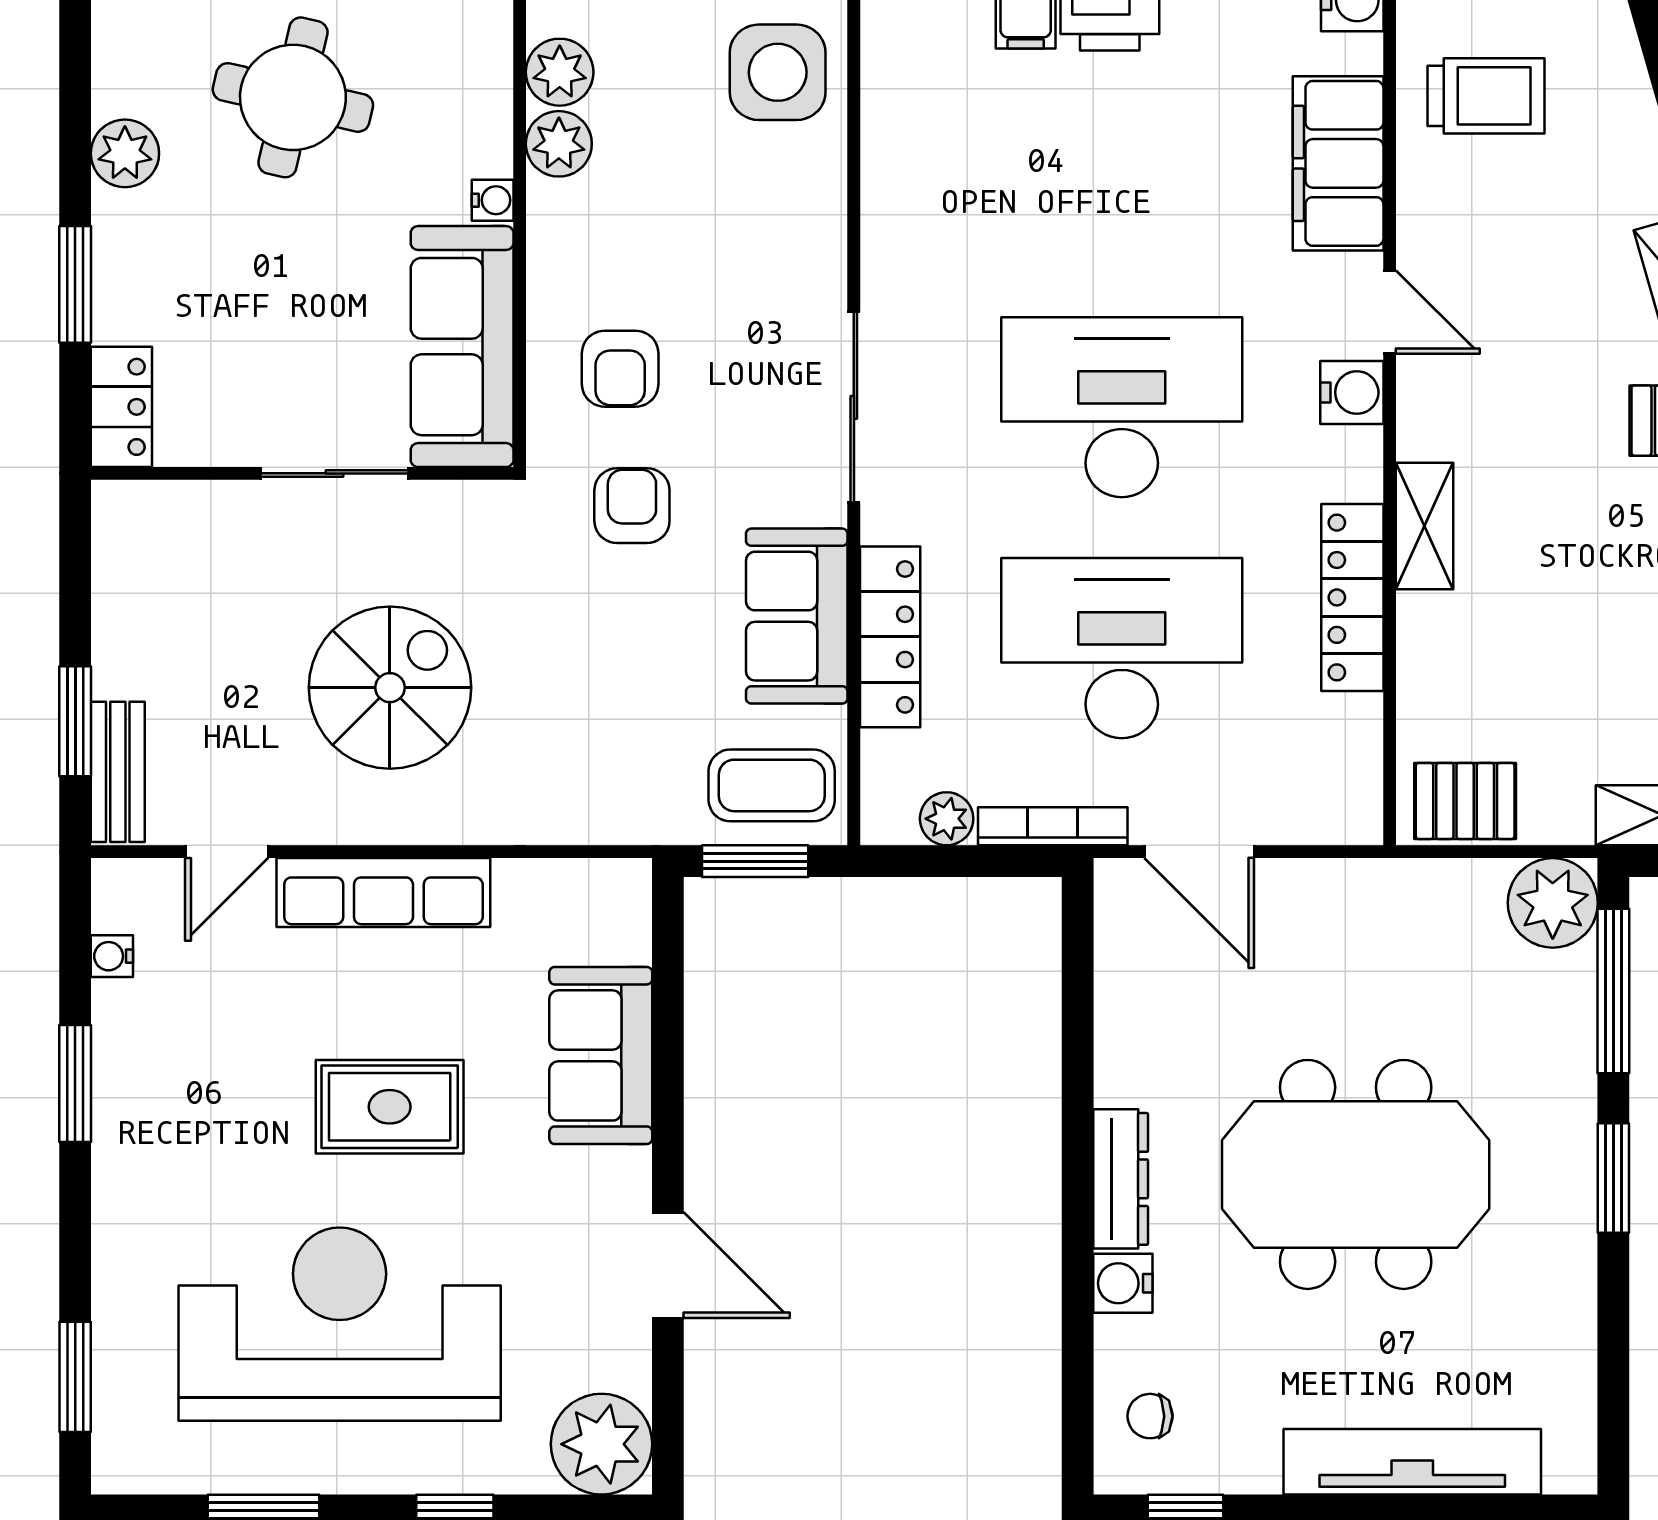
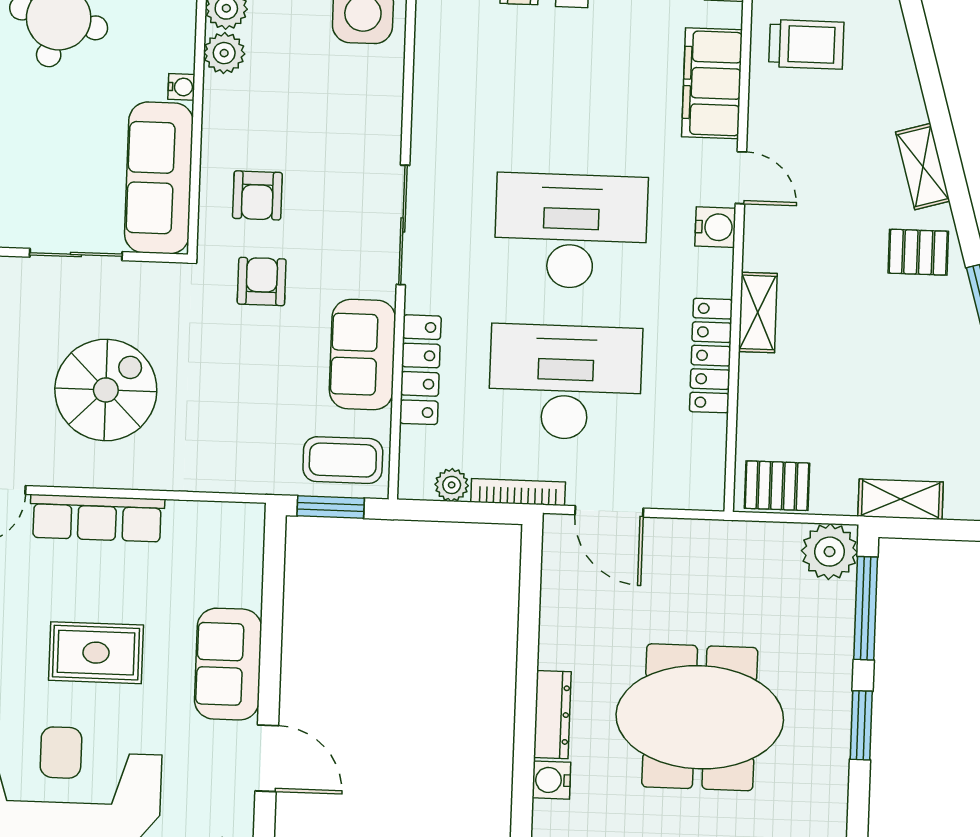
sofa: (601, 1055) -> (228, 664), moved

